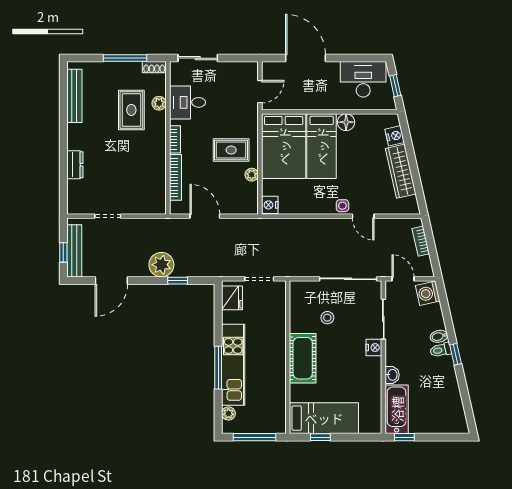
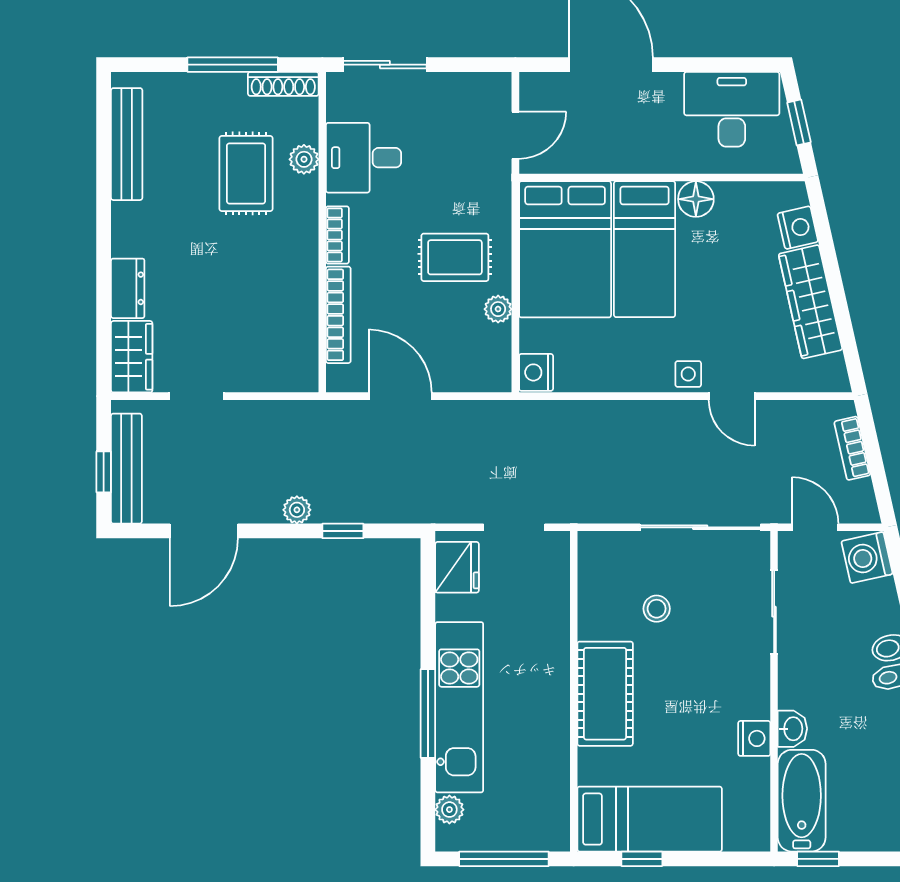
shoe rack: (154, 67) -> (283, 84), width x1.43
wardrobe: (77, 197) -> (132, 357), added
plant: (161, 265) -> (297, 510), width x0.53, depth x0.53
nightstand: (374, 348) -> (754, 738), moved

